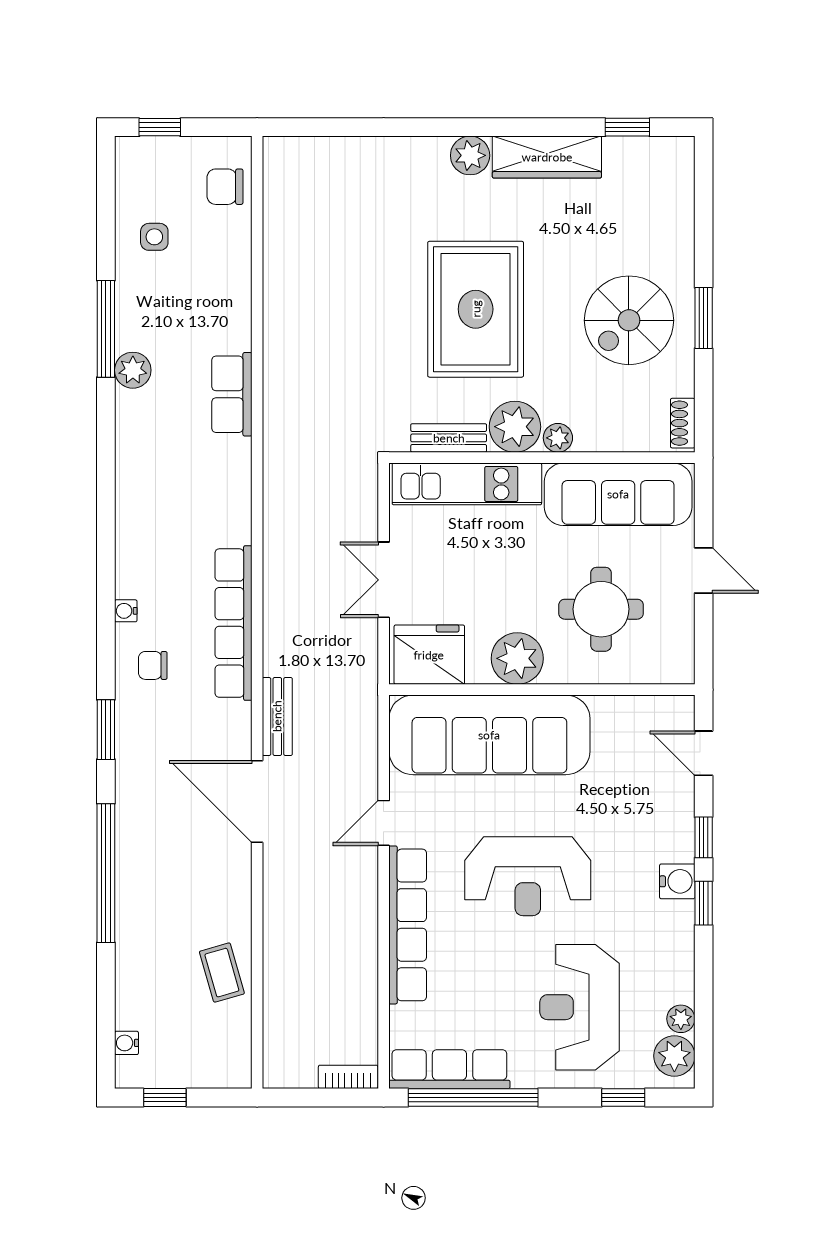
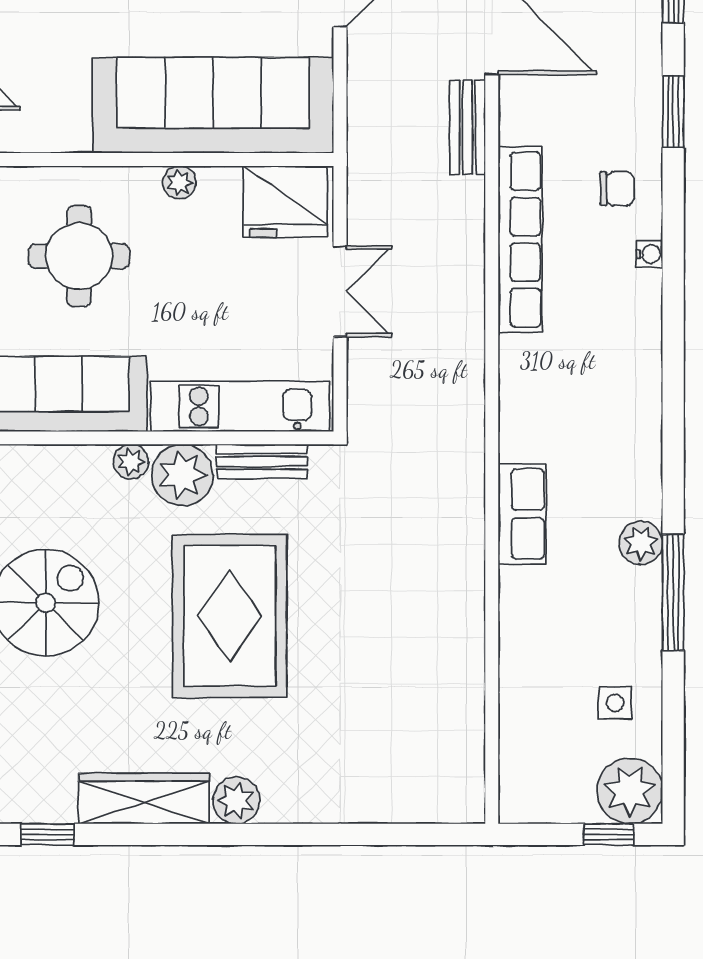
plant: (142, 163) -> (630, 791), added
chair: (225, 187) -> (530, 763), removed
plant: (517, 658) -> (180, 182), width x0.53, depth x0.53

